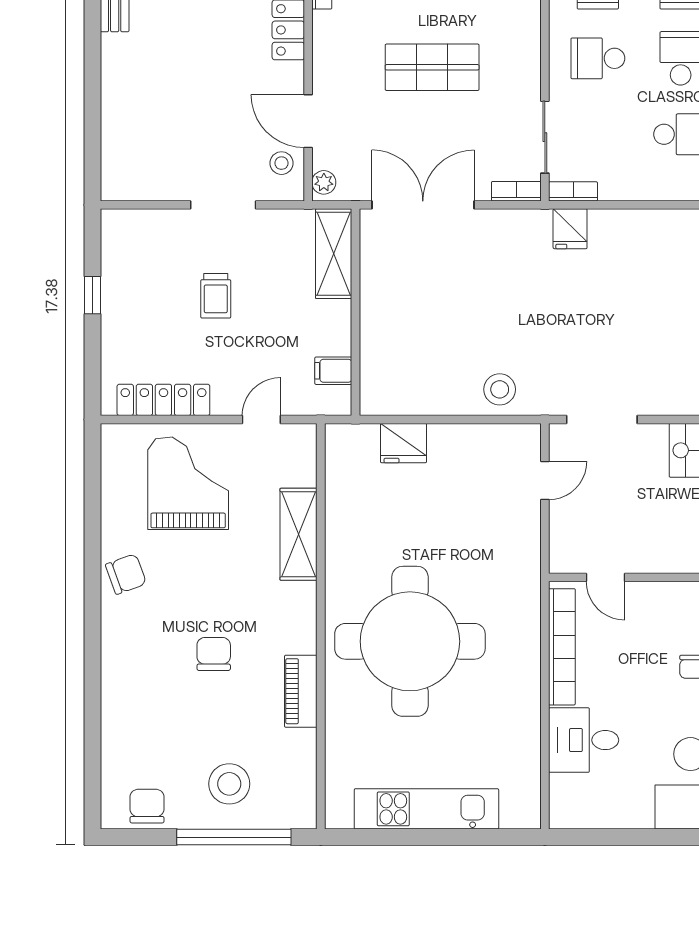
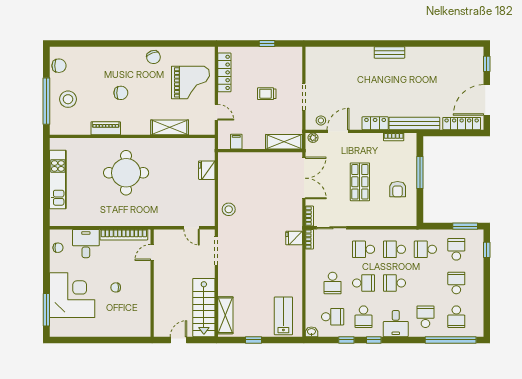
school desk: (598, 58) -> (364, 249), turned -90
round table: (410, 641) -> (126, 173), width x0.73, depth x0.73
chair: (594, 808) -> (58, 248), added

